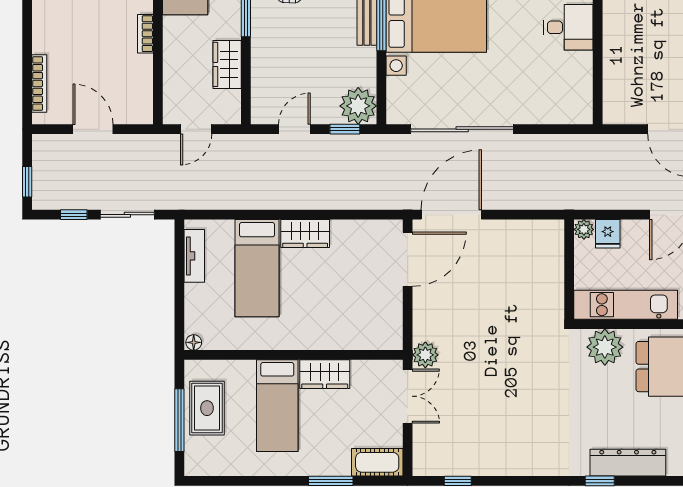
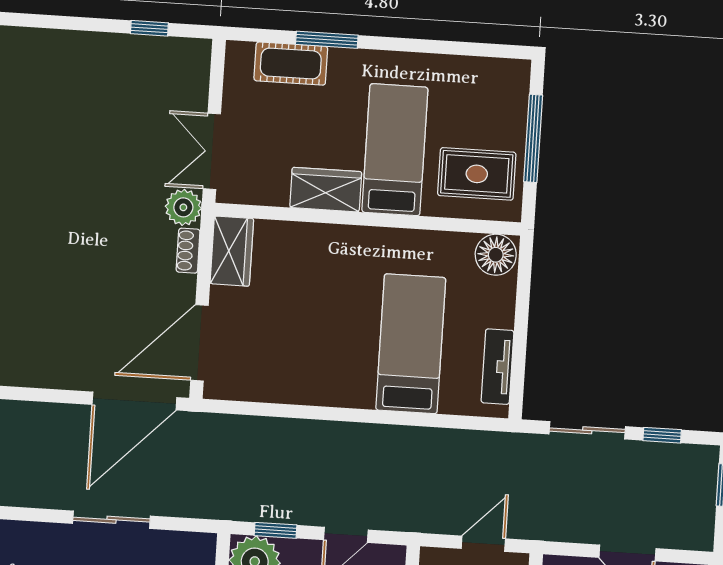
sliding door: (462, 129) -> (111, 520), width x0.54
wardrobe: (305, 233) -> (232, 251), moved, turned 90
shoe rack: (420, 324) -> (188, 251), added
floor lamp: (194, 342) -> (496, 255), width x1.89, depth x1.89
rug: (207, 408) -> (477, 174), moved, turned 90
cot: (377, 462) -> (291, 64), moved

